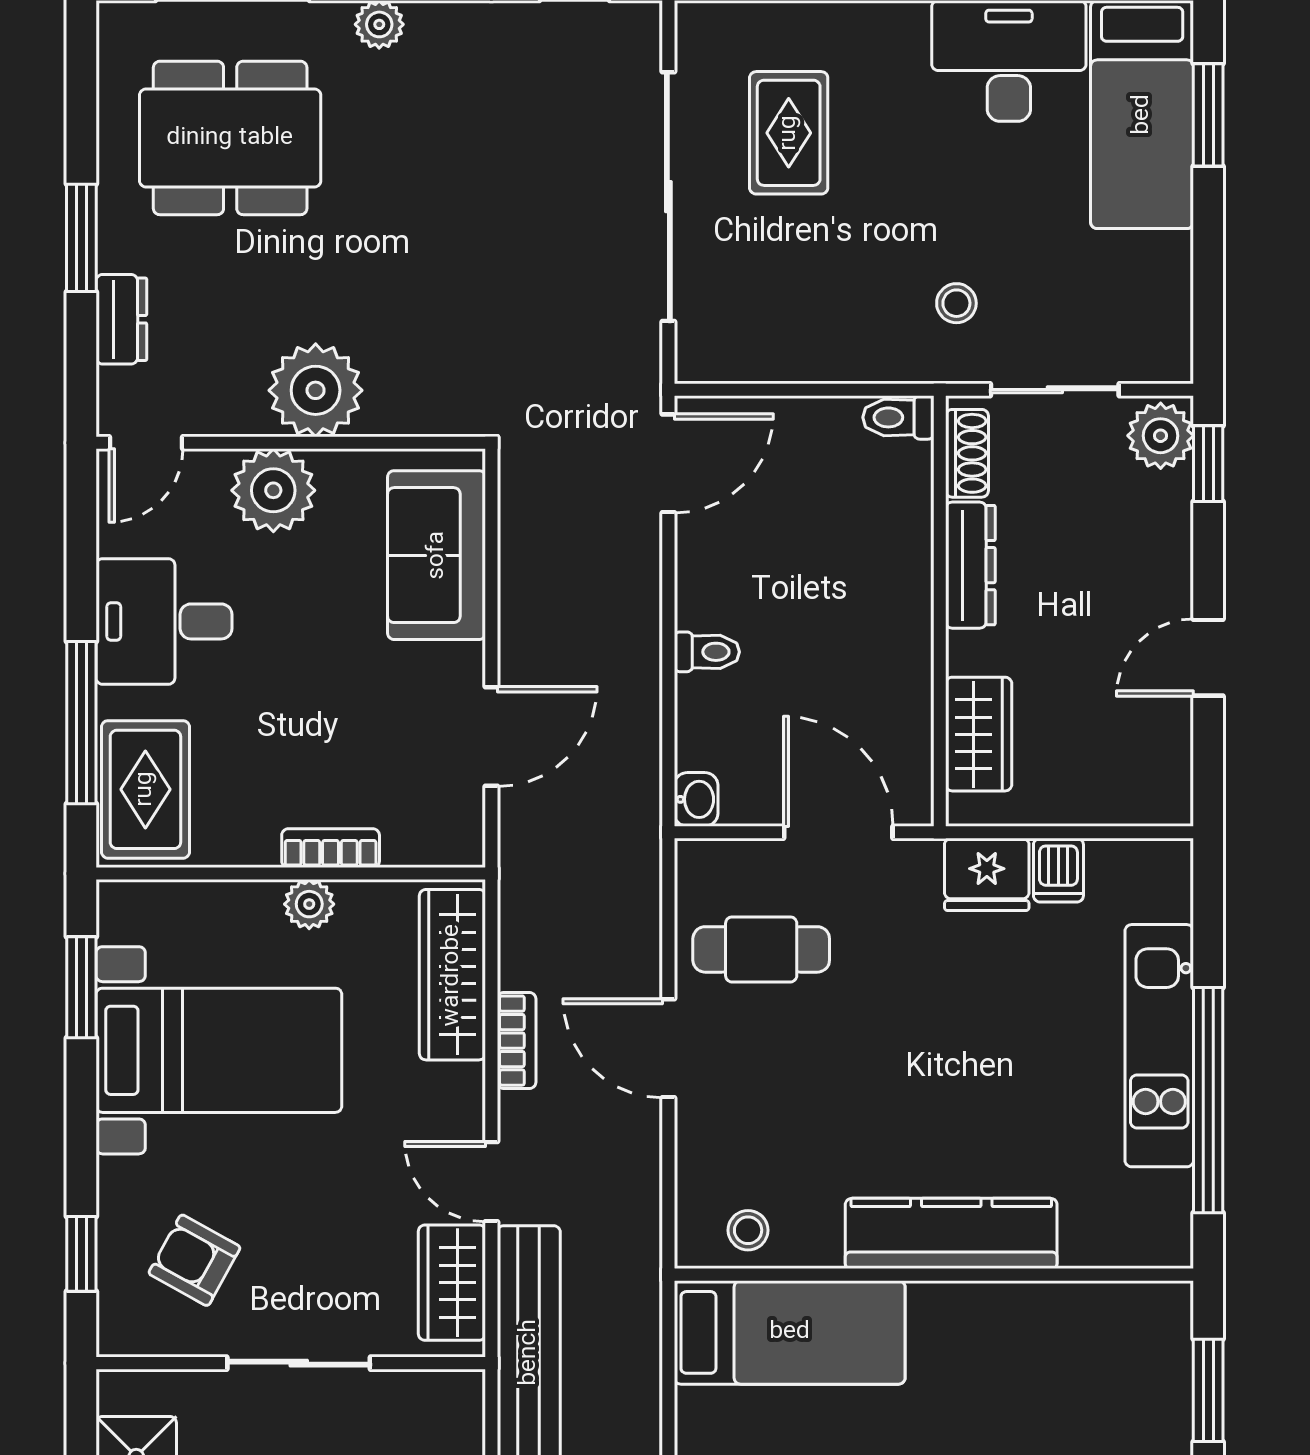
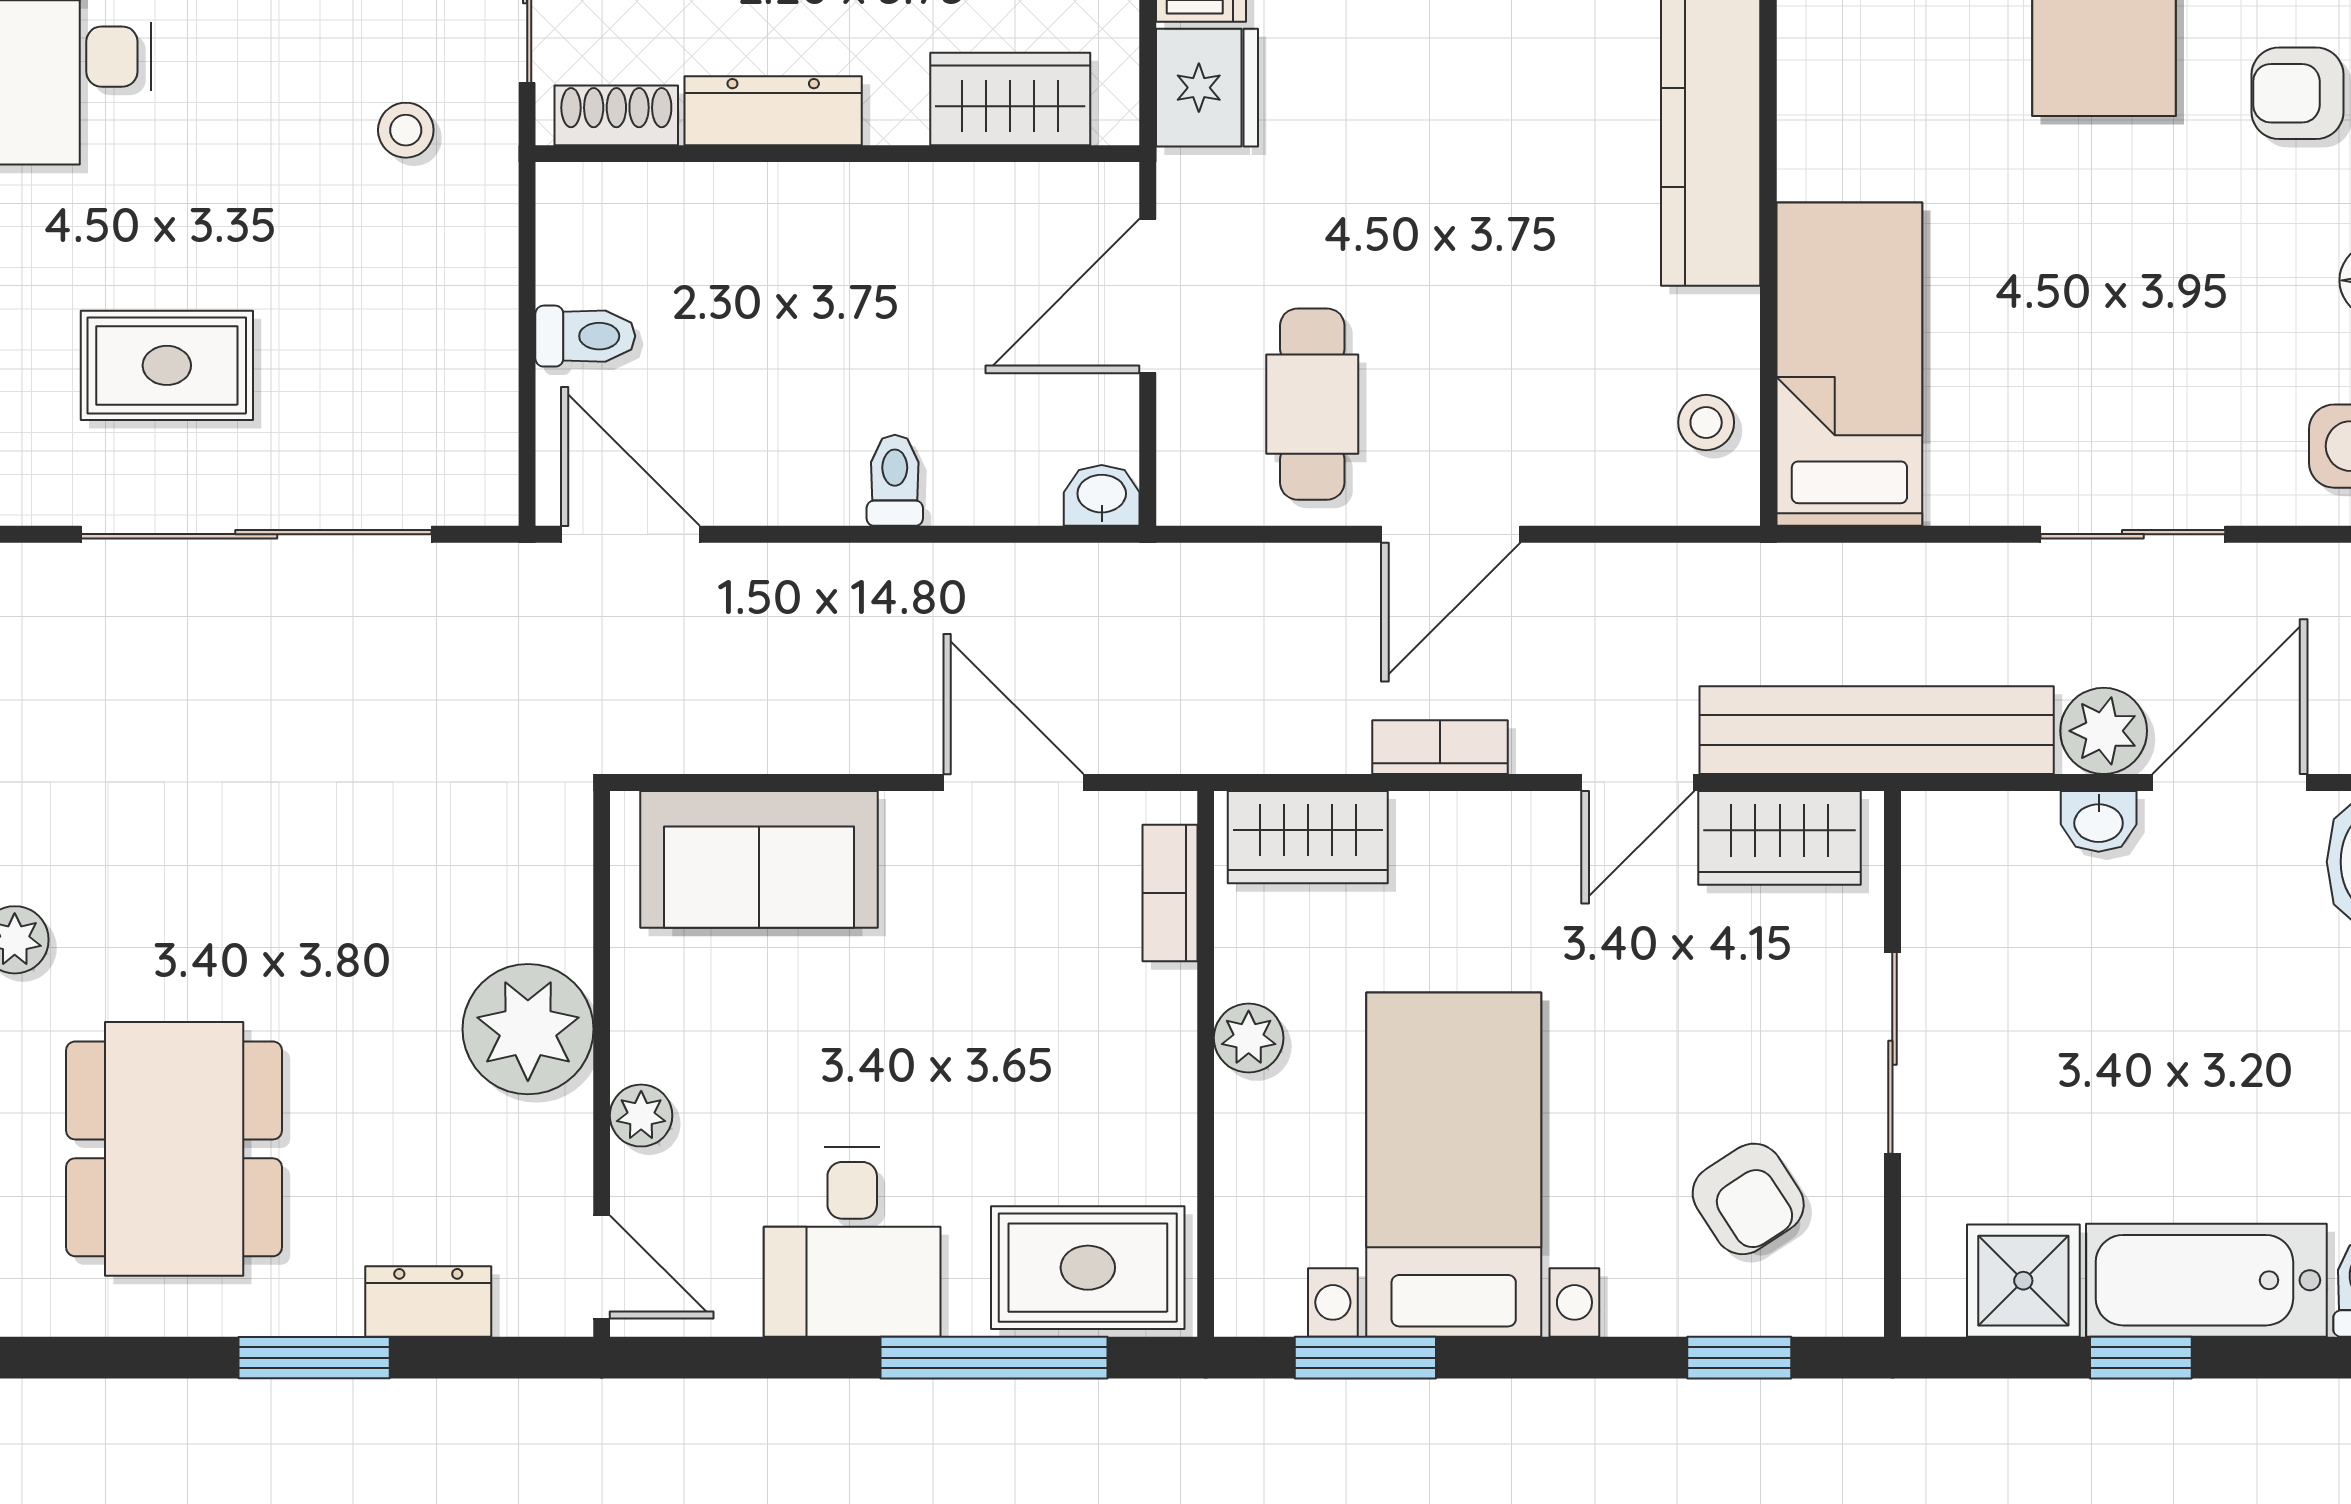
toilet: (898, 417) -> (585, 336), moved, turned -90
plant: (273, 490) -> (641, 1116), width x0.53, depth x0.53
bookcase: (331, 848) -> (1170, 893), moved
wardrobe: (452, 975) -> (1308, 837), width x0.67
armchair: (194, 1260) -> (1748, 1199), turned -62

